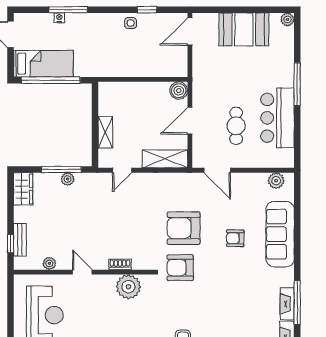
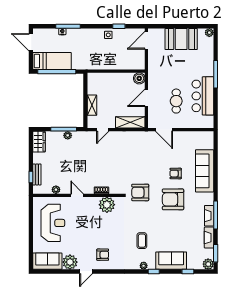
plant: (276, 181) -> (202, 136), removed
armchair: (184, 228) -> (173, 199), moved

